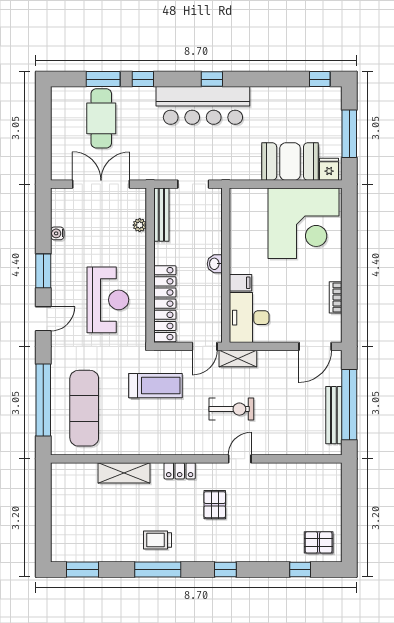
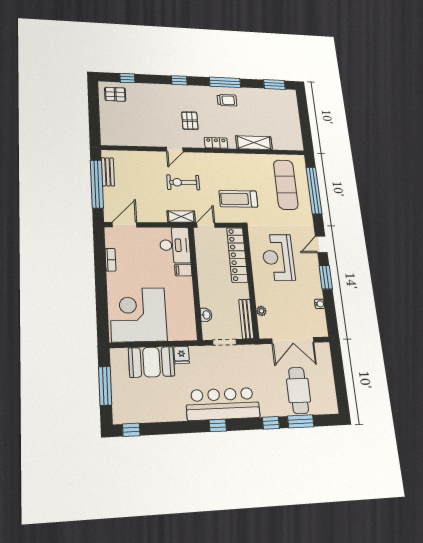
fridge: (329, 169) -> (182, 355), moved
washbasin: (215, 264) -> (206, 315), moved
bench: (334, 415) -> (108, 172), width x0.73

